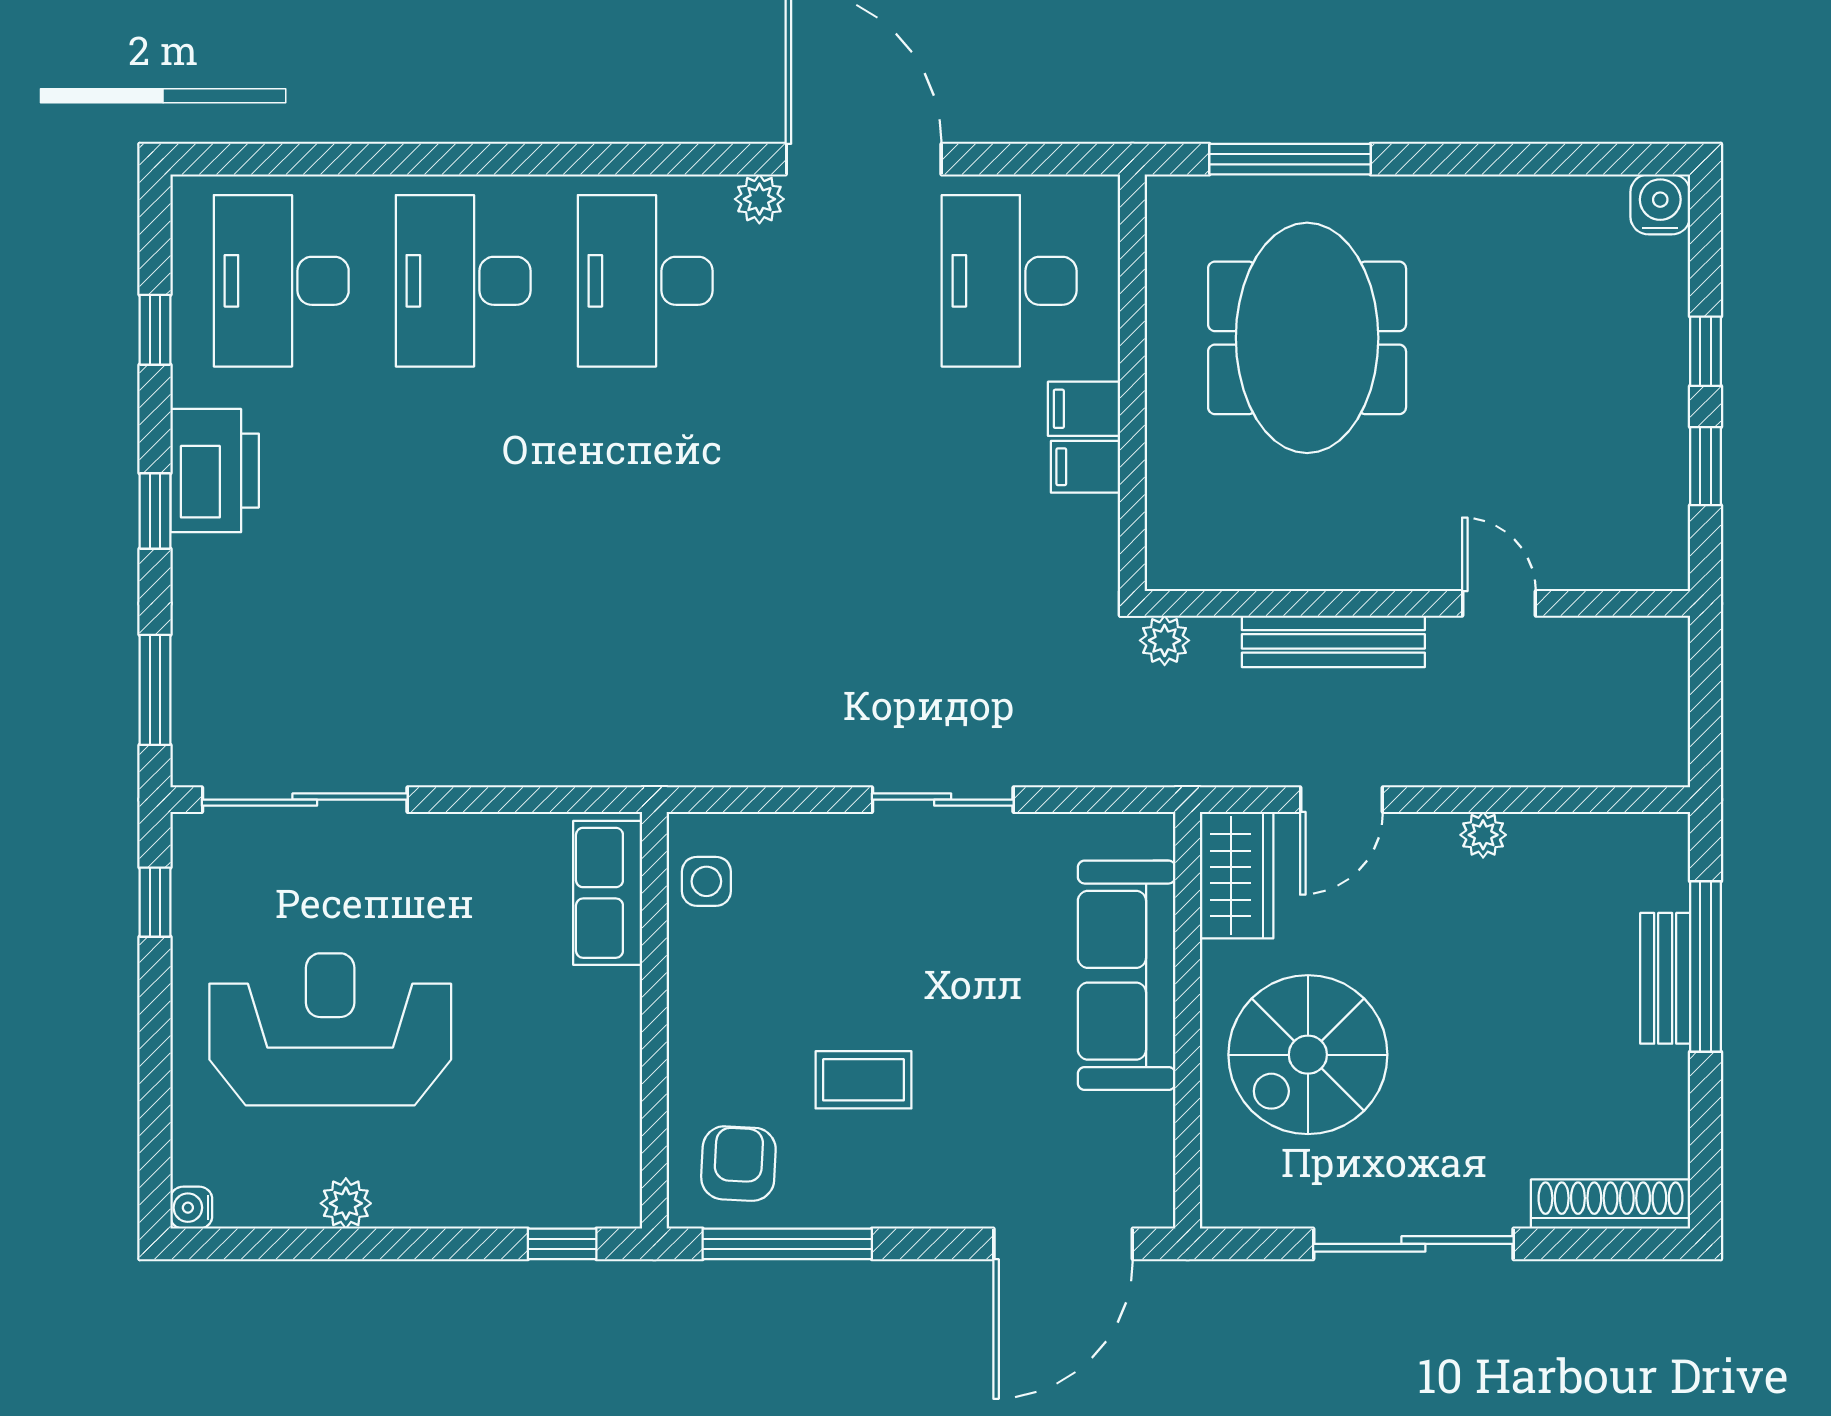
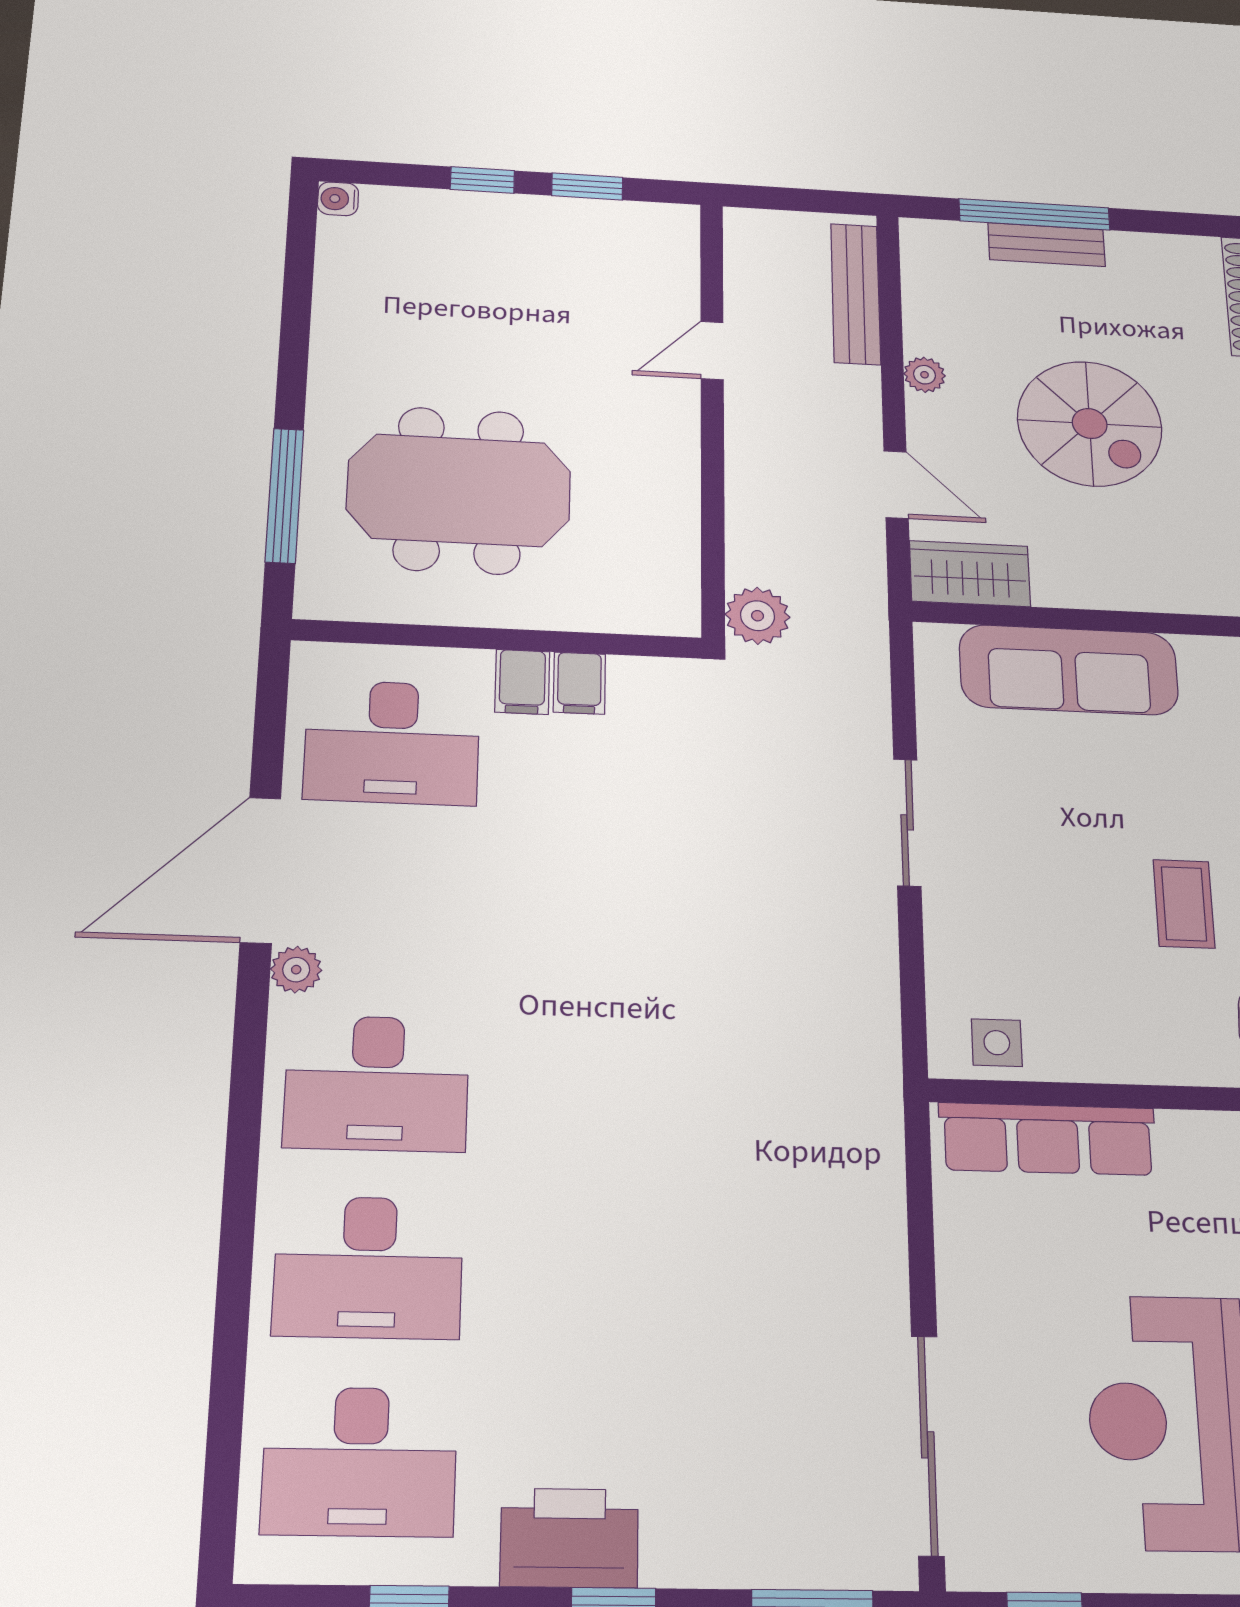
water cooler: (1660, 204) -> (338, 199), width x0.72, depth x0.72
plant: (1165, 640) -> (758, 616), width x1.38, depth x1.38
bench: (1333, 641) -> (856, 294), moved
row of seats: (608, 893) -> (1048, 1139), width x1.48
spiral stairs: (1308, 1055) -> (1090, 424), moved

